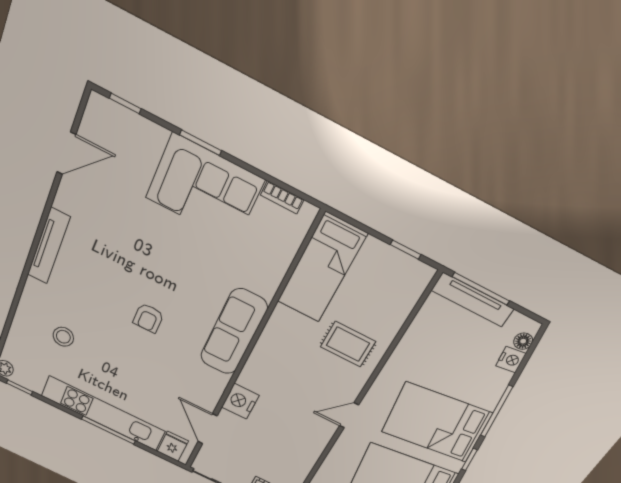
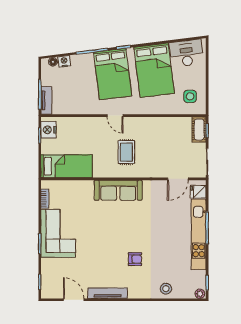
tv unit: (49, 246) -> (108, 293), moved
tv unit: (472, 300) -> (46, 100), width x0.71
armchair: (148, 318) -> (135, 259), moved
stool: (63, 337) -> (166, 289), moved
rug: (348, 344) -> (126, 152), moved
nightstand: (240, 401) -> (48, 130), moved, turned 90
door: (349, 415) -> (115, 116), moved

